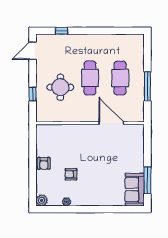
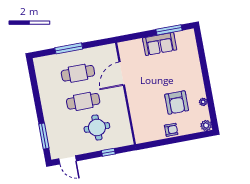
window: (62, 31) -> (44, 136), width x2.17
window: (147, 86) -> (69, 48), moved
armchair: (71, 174) -> (177, 103), width x1.88, depth x1.88
sofa: (135, 190) -> (160, 44), moved

